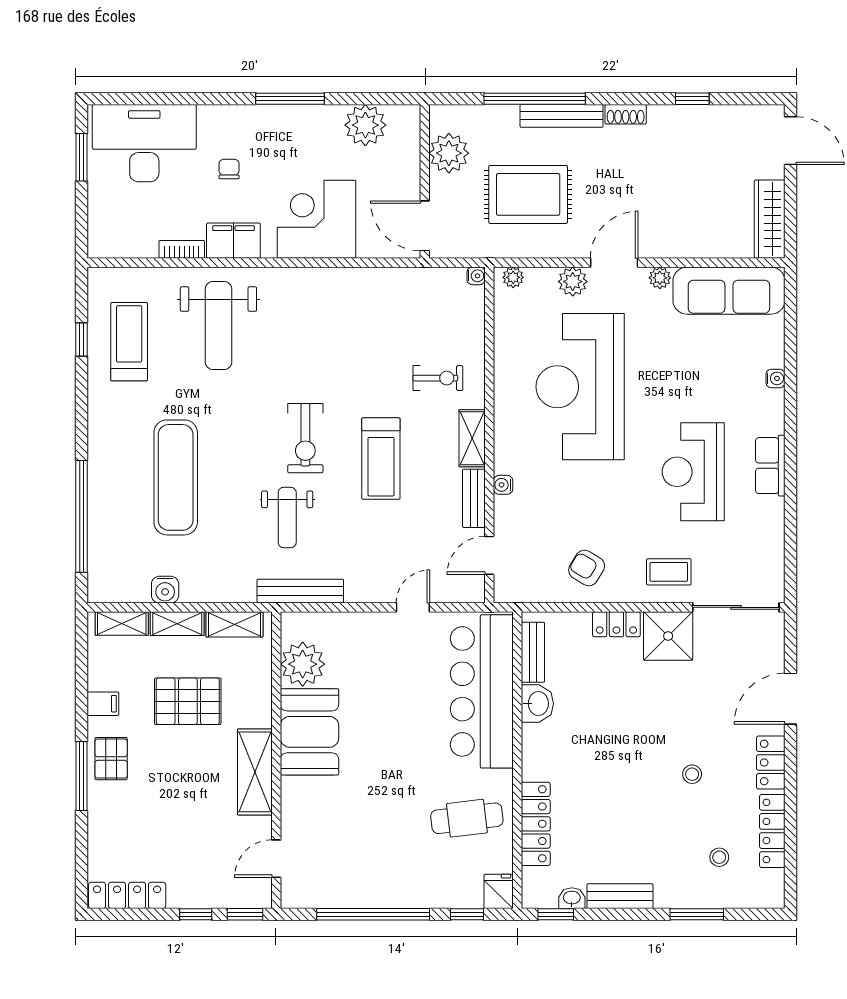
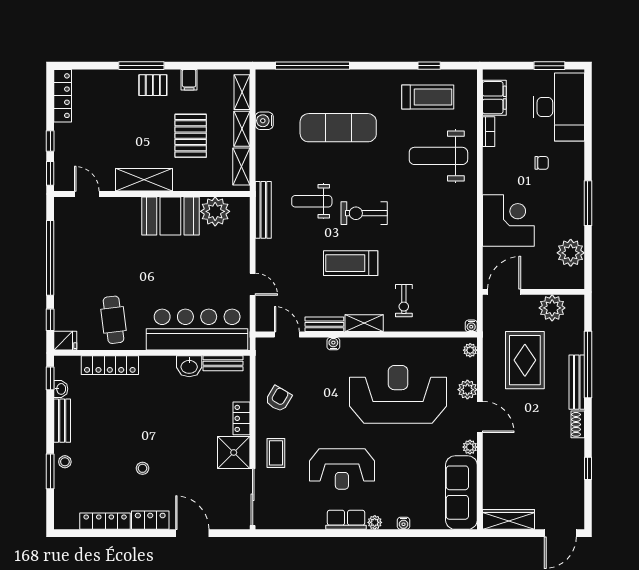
filing cabinet: (233, 241) -> (494, 98), moved
plant: (774, 422) -> (375, 522), added
reception desk: (693, 472) -> (342, 469), turned 180
stool: (719, 857) -> (65, 462), moved

